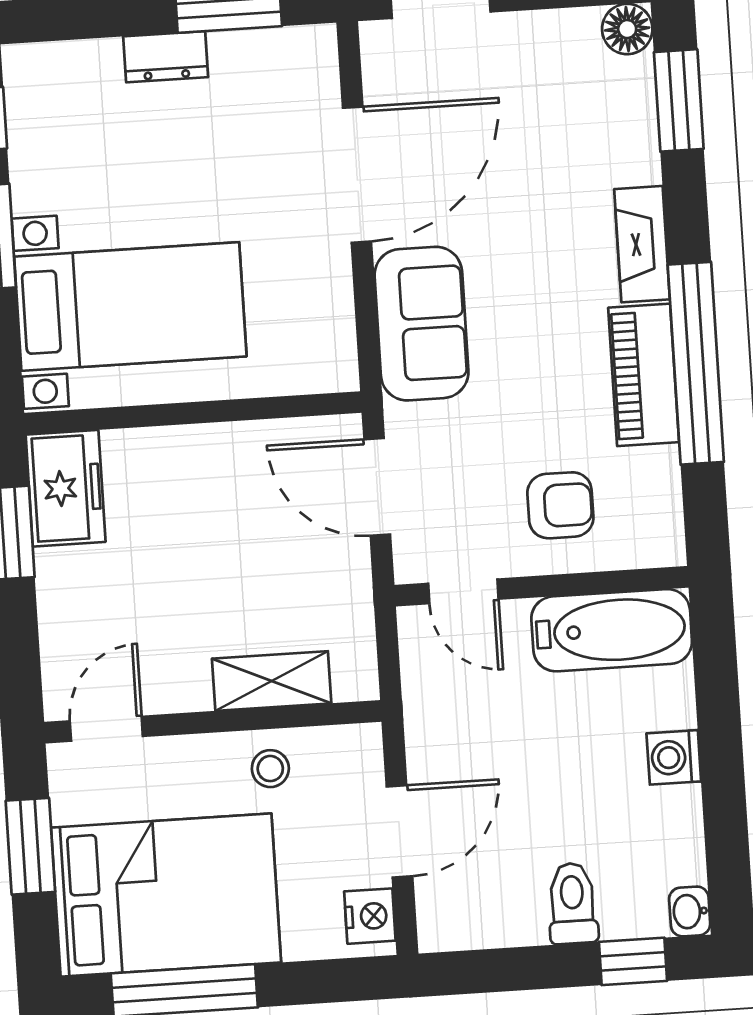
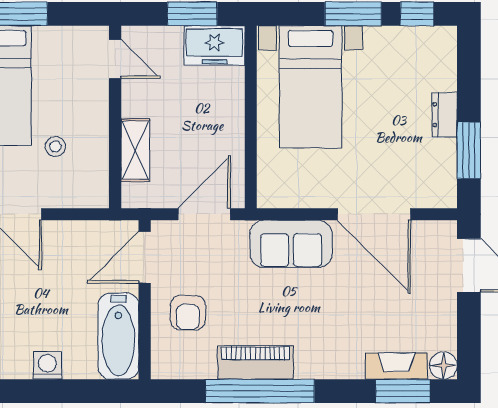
fireplace: (642, 244) -> (396, 366), moved
door: (463, 591) -> (145, 257), width x1.38
shelving: (272, 681) -> (135, 150), moved
wall: (213, 722) -> (115, 117), moved
door: (106, 729) -> (115, 59), moved

